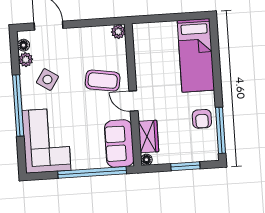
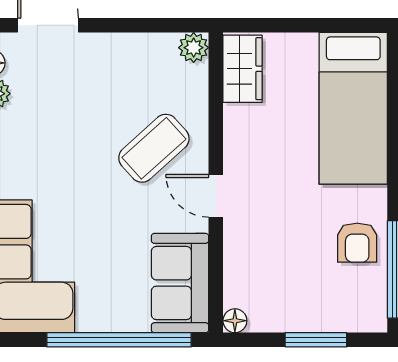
side table: (47, 79) -> (38, 138), removed
coffee table: (103, 81) -> (154, 148), turned -51
wardrobe: (149, 137) -> (243, 69), moved

